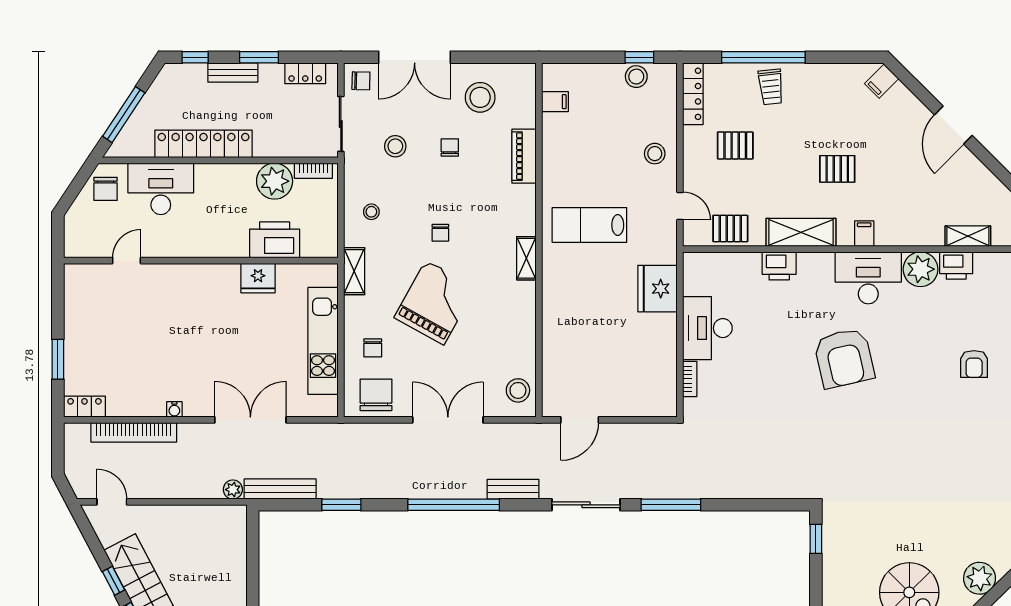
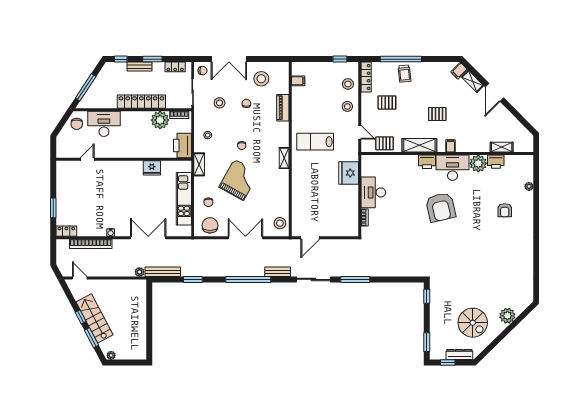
stool: (636, 77) -> (348, 84), moved
shelving: (909, 103) -> (473, 81), added
locker: (203, 144) -> (141, 102), moved
printer: (275, 240) -> (182, 146), moved, turned -90
printer: (779, 266) -> (427, 162), moved

